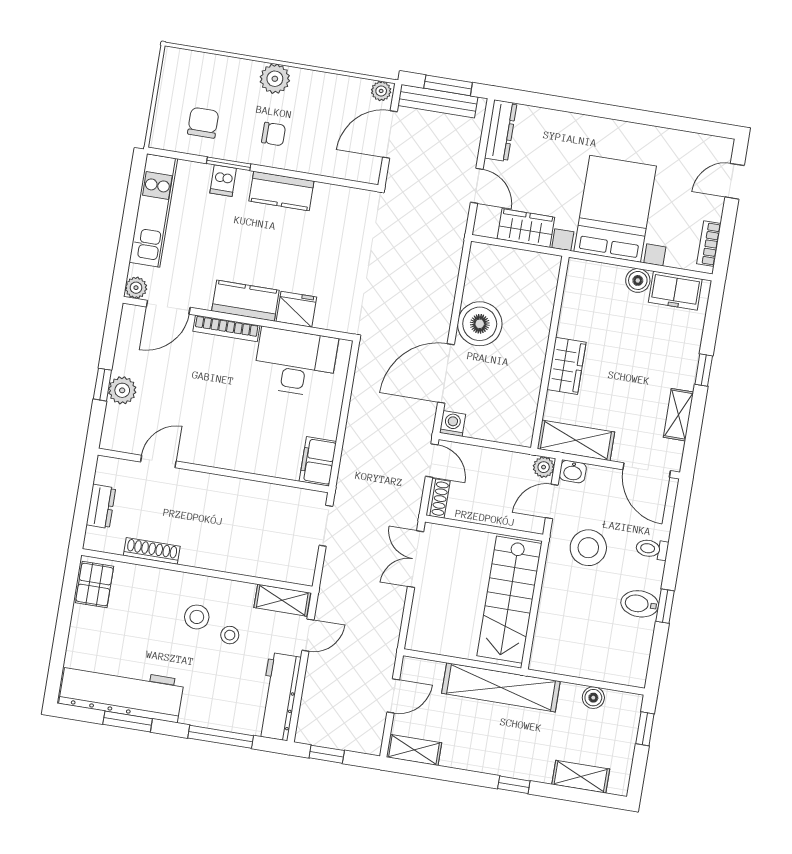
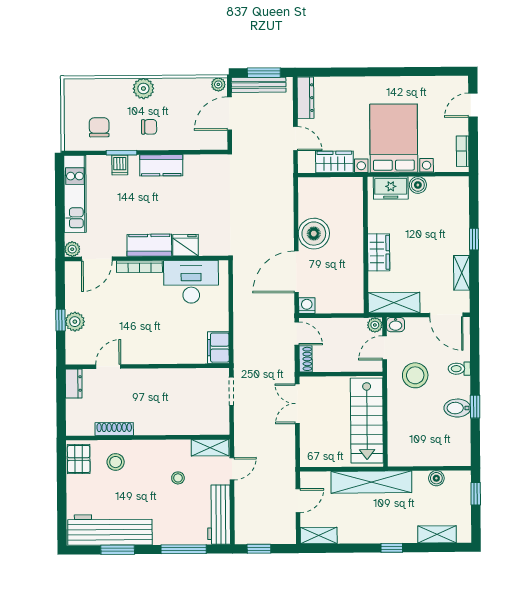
freezer: (675, 291) -> (391, 188), moved
dresser: (101, 506) -> (74, 384), moved
stool: (197, 617) -> (116, 462), moved

